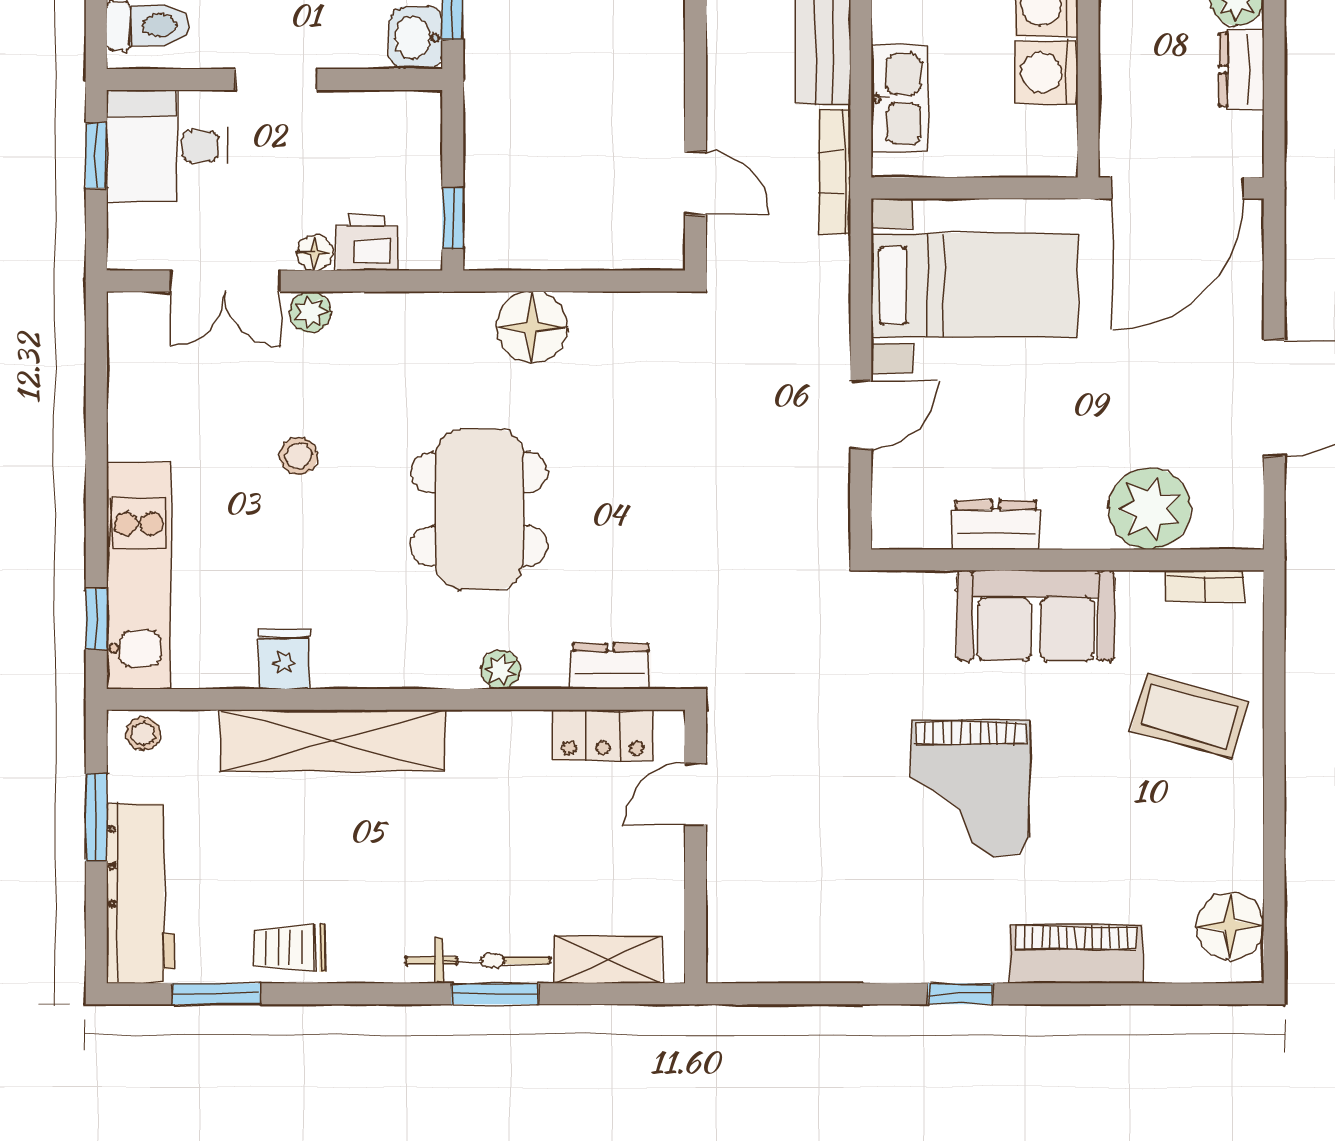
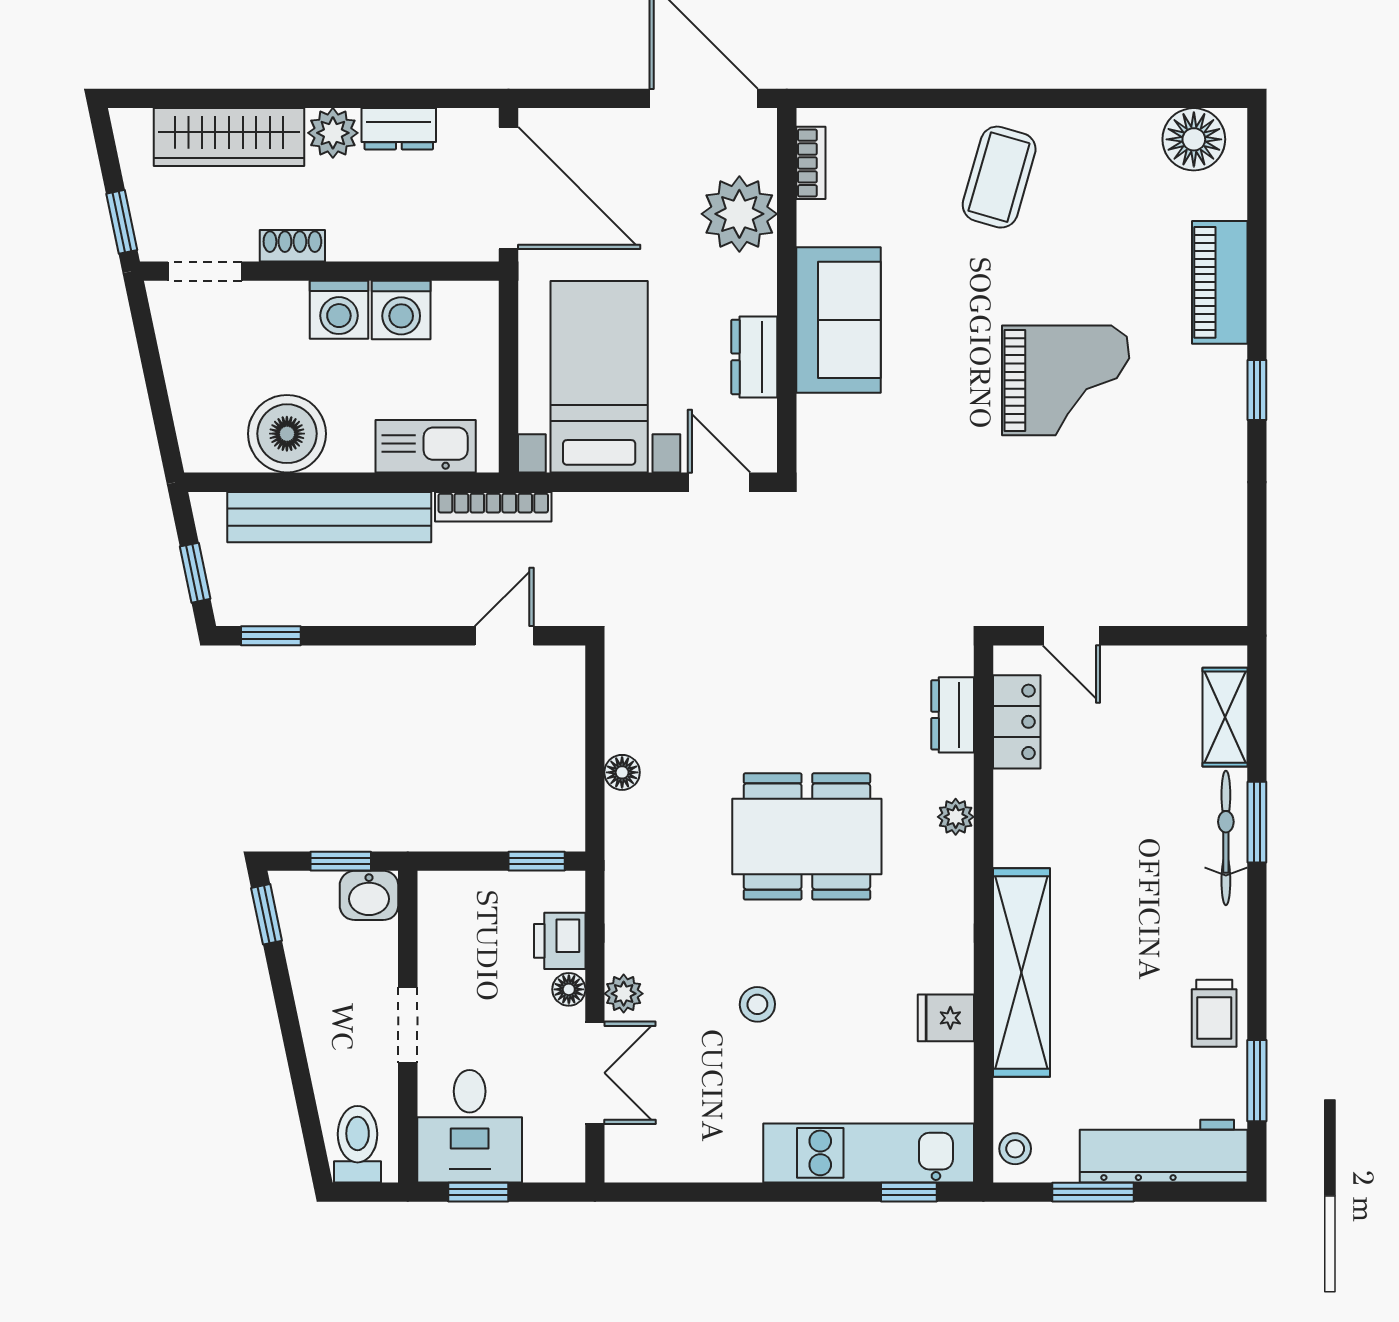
floor lamp: (531, 327) -> (622, 772), width x0.53, depth x0.53
plant: (1150, 509) -> (739, 214), moved
dresser: (996, 525) -> (754, 357), moved
wall: (1068, 560) -> (787, 290), moved
bookcase: (1205, 586) -> (811, 163), moved
sofa: (1036, 616) -> (838, 320), moved

